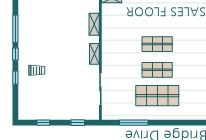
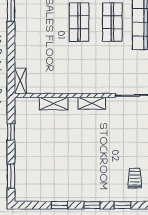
window: (15, 29) -> (59, 205), width x0.46
trolley: (37, 70) -> (135, 178), moved

